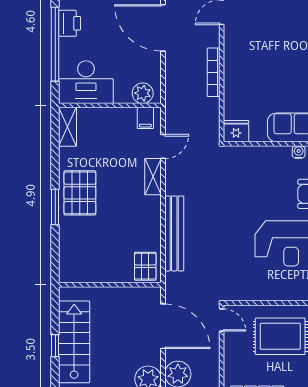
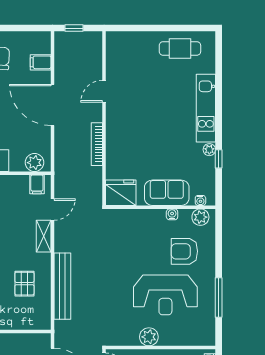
fridge: (236, 131) -> (121, 193), width x1.36, depth x1.34
pallet: (145, 266) -> (24, 284), moved
plant: (272, 291) -> (149, 337), added

